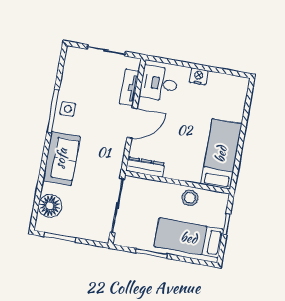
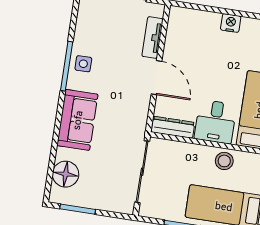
desk: (159, 83) -> (215, 122), moved, turned -90
door: (132, 123) -> (156, 78), hinge flipped

